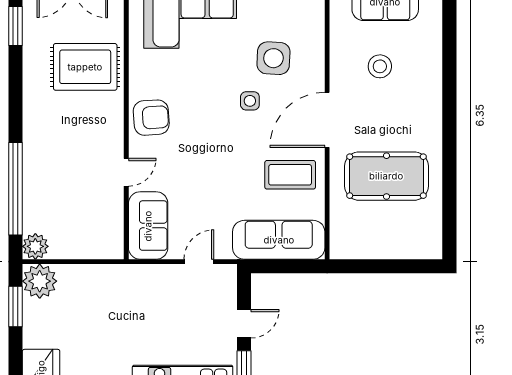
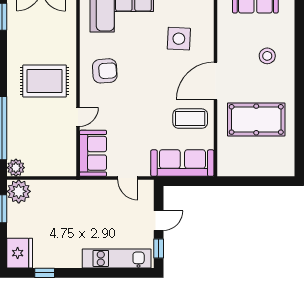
stool: (380, 66) -> (267, 56), moved
rug: (85, 67) -> (45, 81), moved
side table: (250, 101) -> (163, 68), removed
armchair: (151, 118) -> (105, 71), moved
door: (199, 262) -> (128, 178), swing flipped

